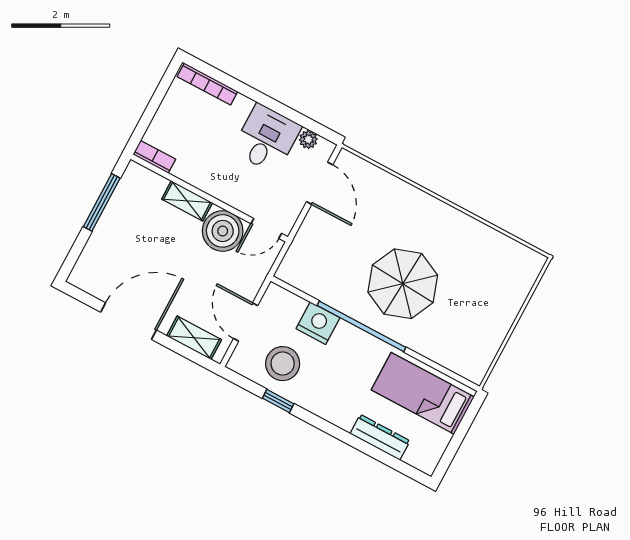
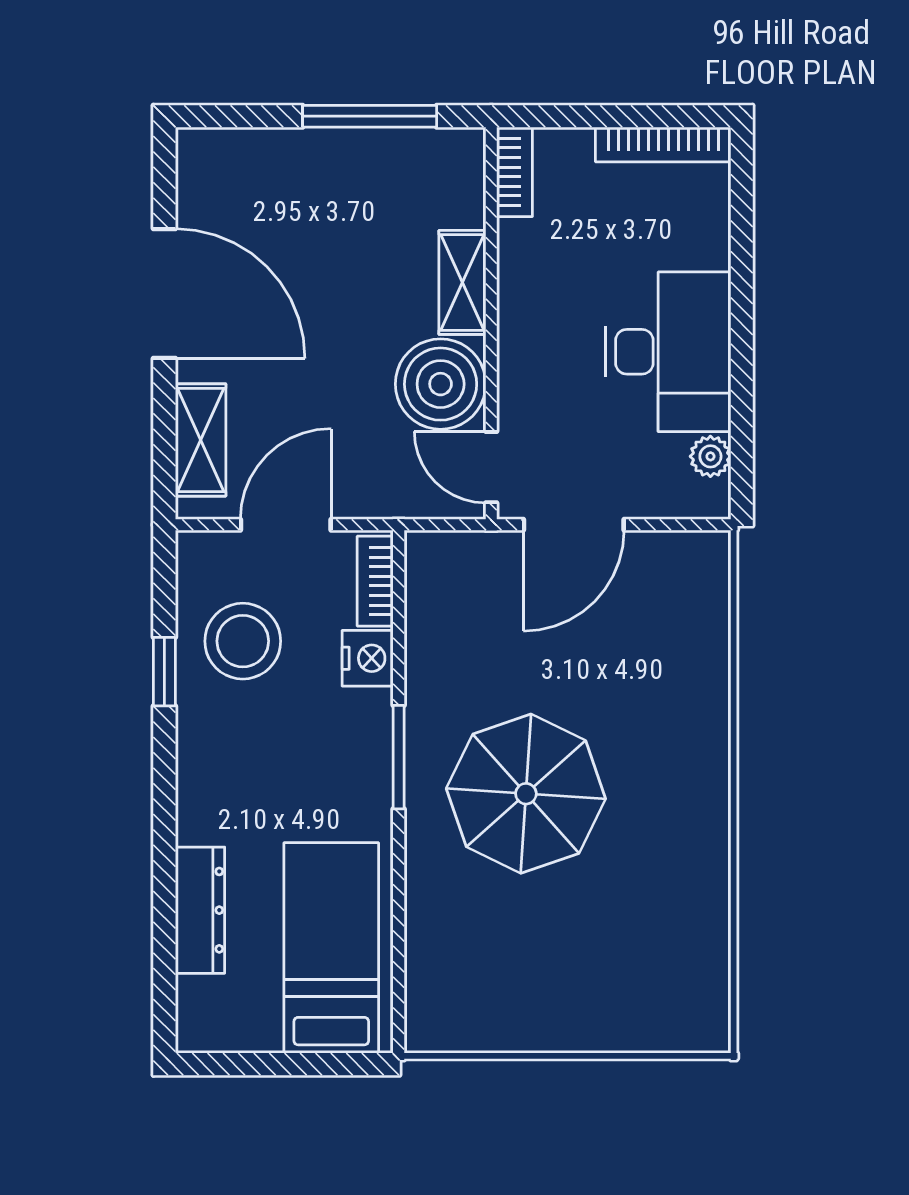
bookcase: (207, 84) -> (663, 144), moved, turned -90
desk: (267, 139) -> (668, 352), width x1.37
door: (320, 183) -> (574, 525), moved
bookcase: (287, 298) -> (375, 581), added
nightstand: (318, 323) -> (368, 658), width x0.74, depth x0.75
window: (361, 326) -> (399, 757), width x0.47

